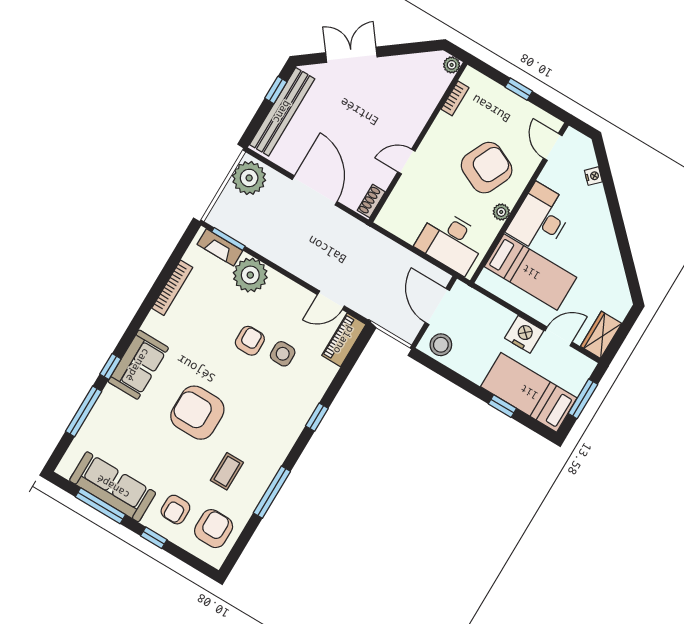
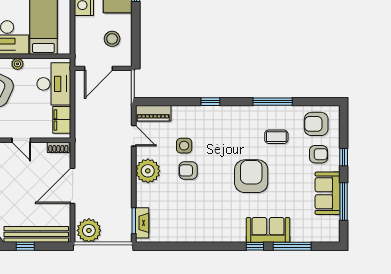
filing cabinet: (402, 225) -> (62, 120), added
plant: (250, 275) -> (148, 171), moved
bookcase: (172, 288) -> (184, 237), removed
stool: (441, 345) -> (112, 39), moved
sofa: (138, 365) -> (268, 230), moved
armchair: (197, 413) -> (251, 176), turned 180
sofa: (113, 487) -> (328, 193), width x0.73

